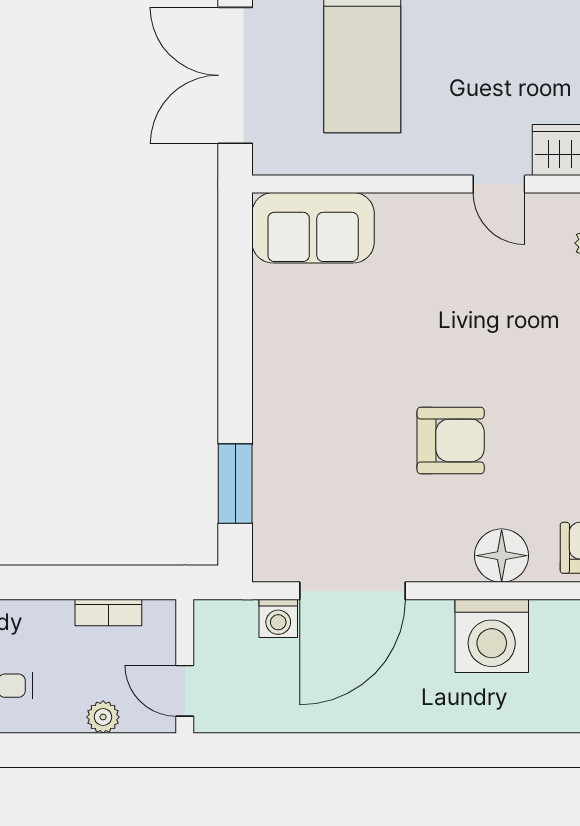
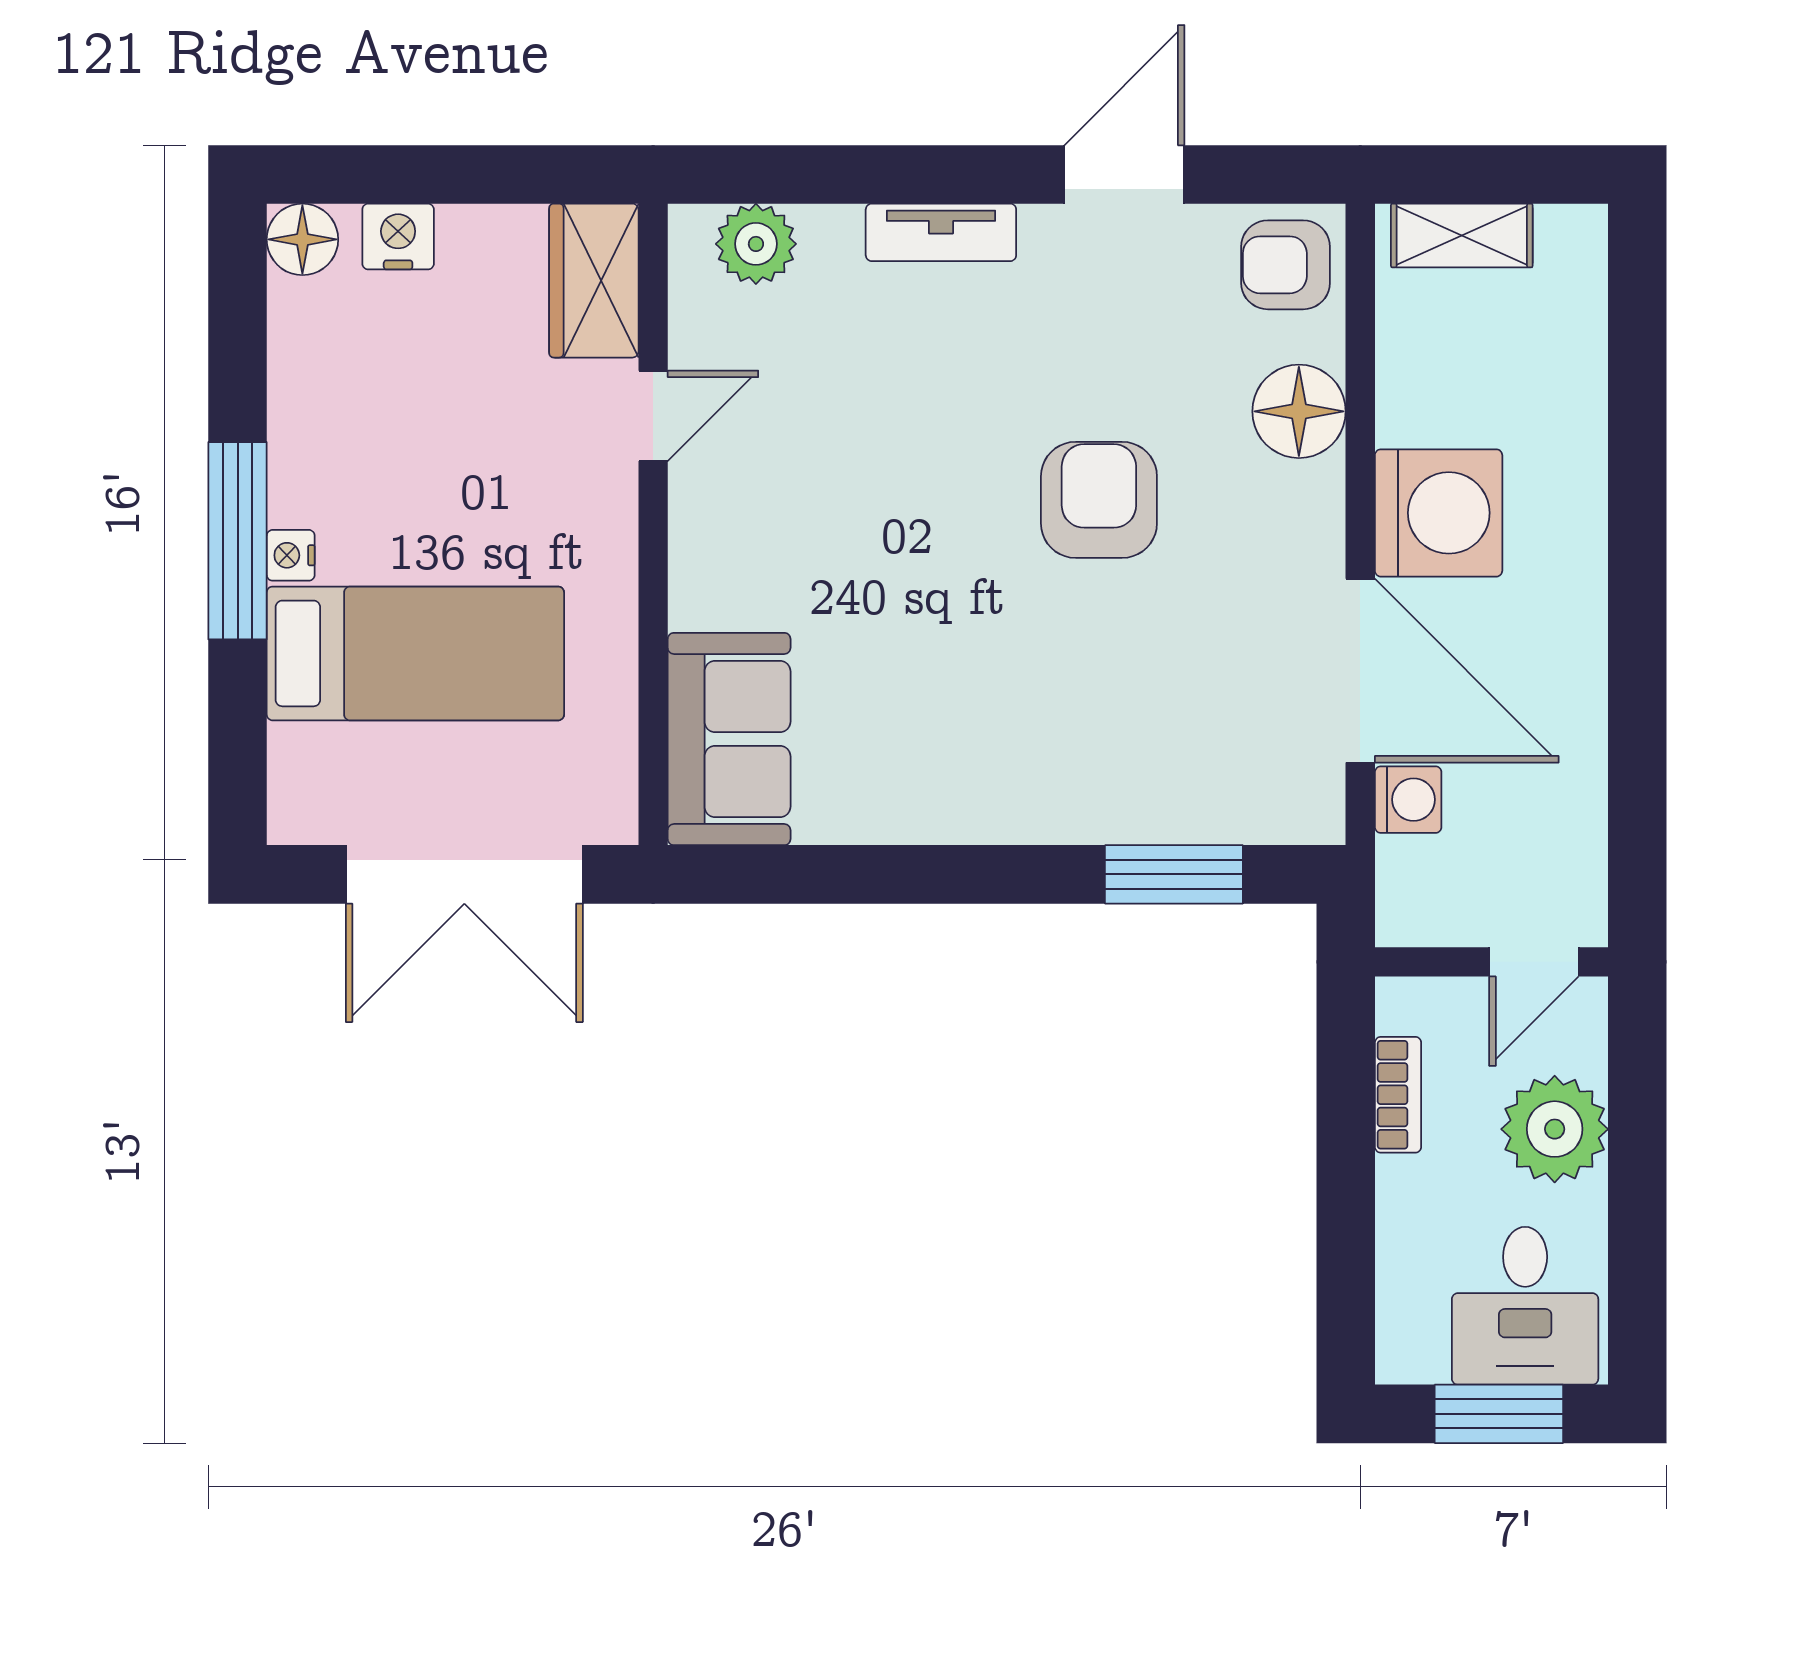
washing machine: (492, 636) -> (1439, 513), moved
plant: (103, 717) -> (1555, 1129), width x1.88, depth x1.88

